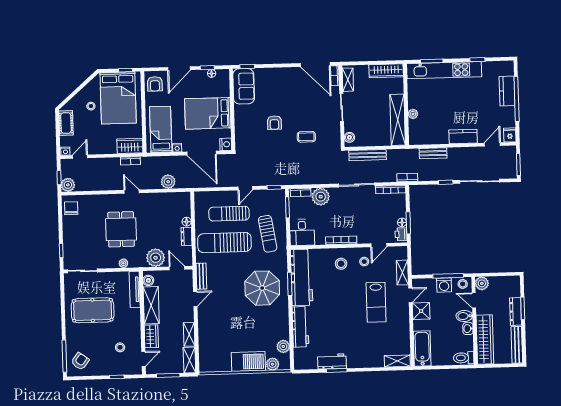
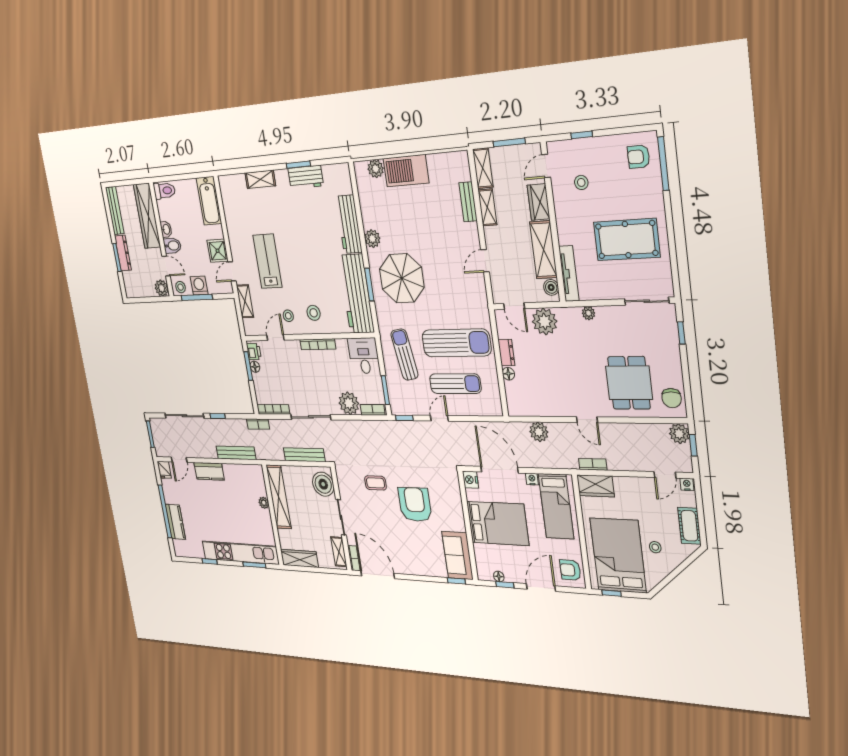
armchair: (155, 84) -> (570, 570), turned -90
armchair: (274, 123) -> (415, 504), width x1.88, depth x1.88
boiler: (349, 137) -> (323, 484), width x1.86, depth x1.86
bench: (433, 153) -> (236, 453), width x1.36
dining table: (121, 229) -> (629, 383), moved
bench: (201, 276) -> (468, 202), moved
plant: (283, 346) -> (372, 239), moved
armchair: (80, 361) -> (639, 157), turned 54
shelving: (397, 361) -> (260, 179), moved

